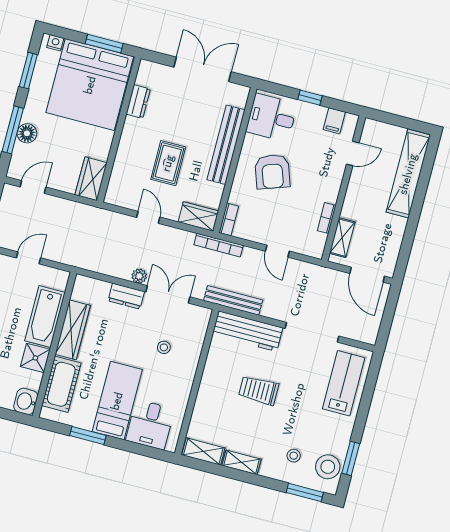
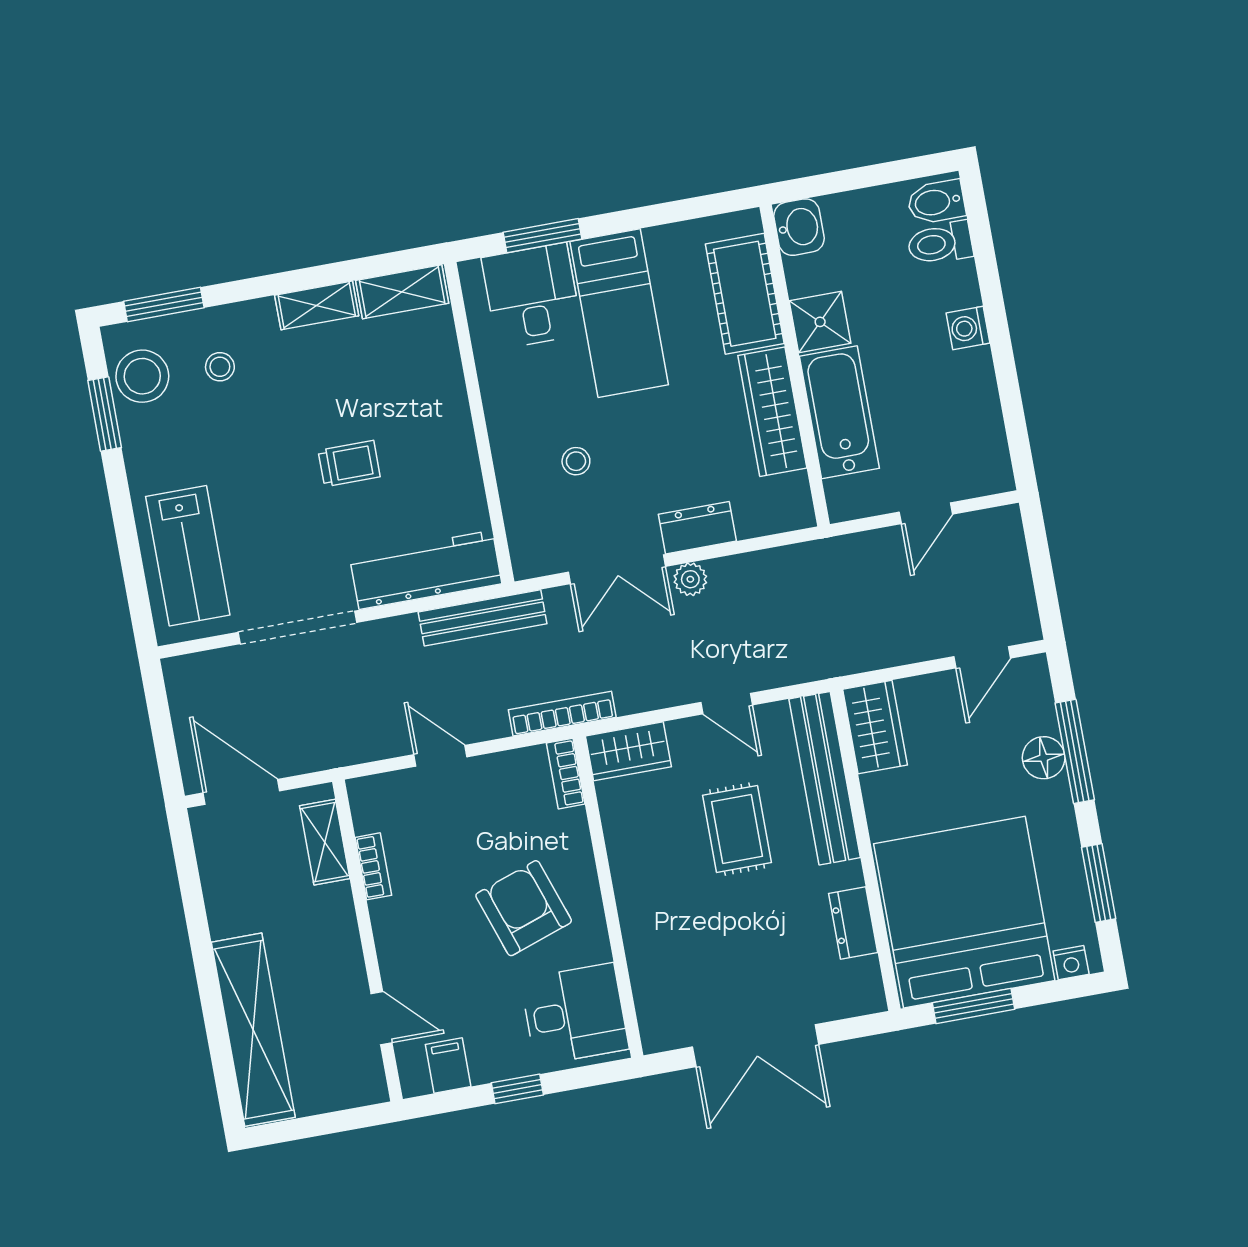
bench: (226, 145) -> (825, 778), moved
door: (353, 153) -> (382, 1018), swing flipped
trolley: (259, 390) -> (349, 464), width x0.73, depth x0.72
window: (88, 435) -> (542, 236), moved

